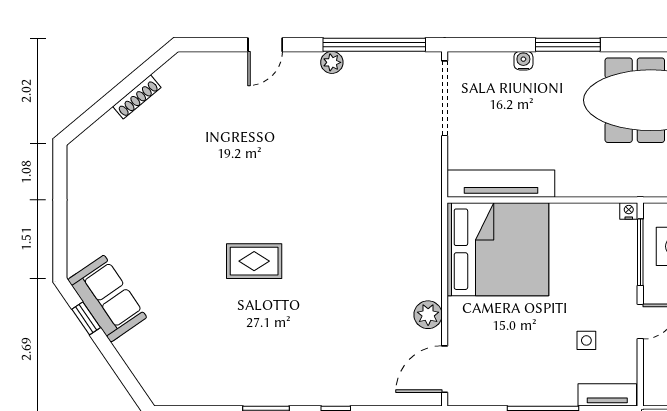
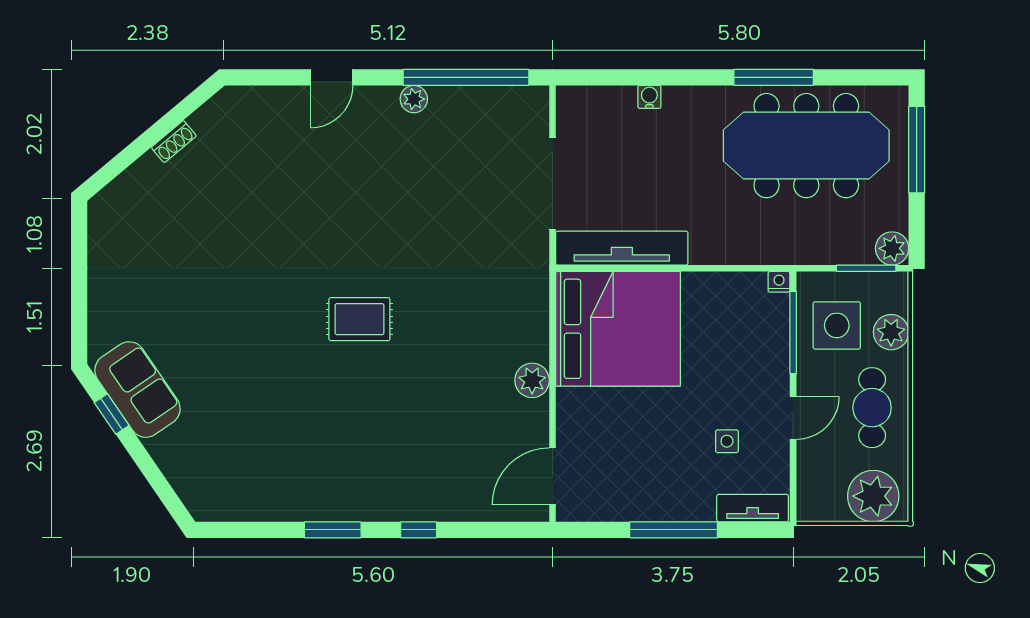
window: (568, 45) -> (774, 77), moved
shoe rack: (137, 97) -> (174, 142), width x0.70
doorway: (445, 98) -> (553, 184), moved
rug: (254, 261) -> (359, 319), moved
plant: (428, 315) -> (532, 380), moved

